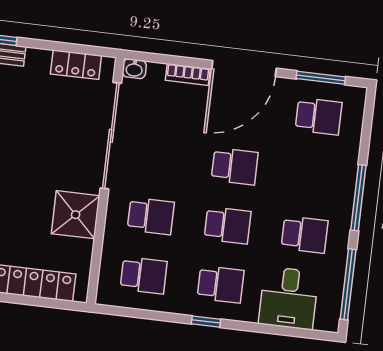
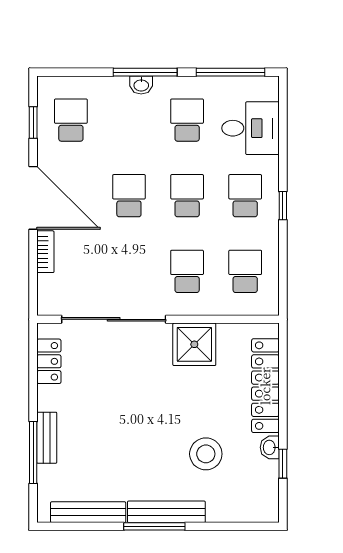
washbasin: (134, 69) -> (141, 85), moved, turned 90
window: (321, 78) -> (33, 122), width x0.67

